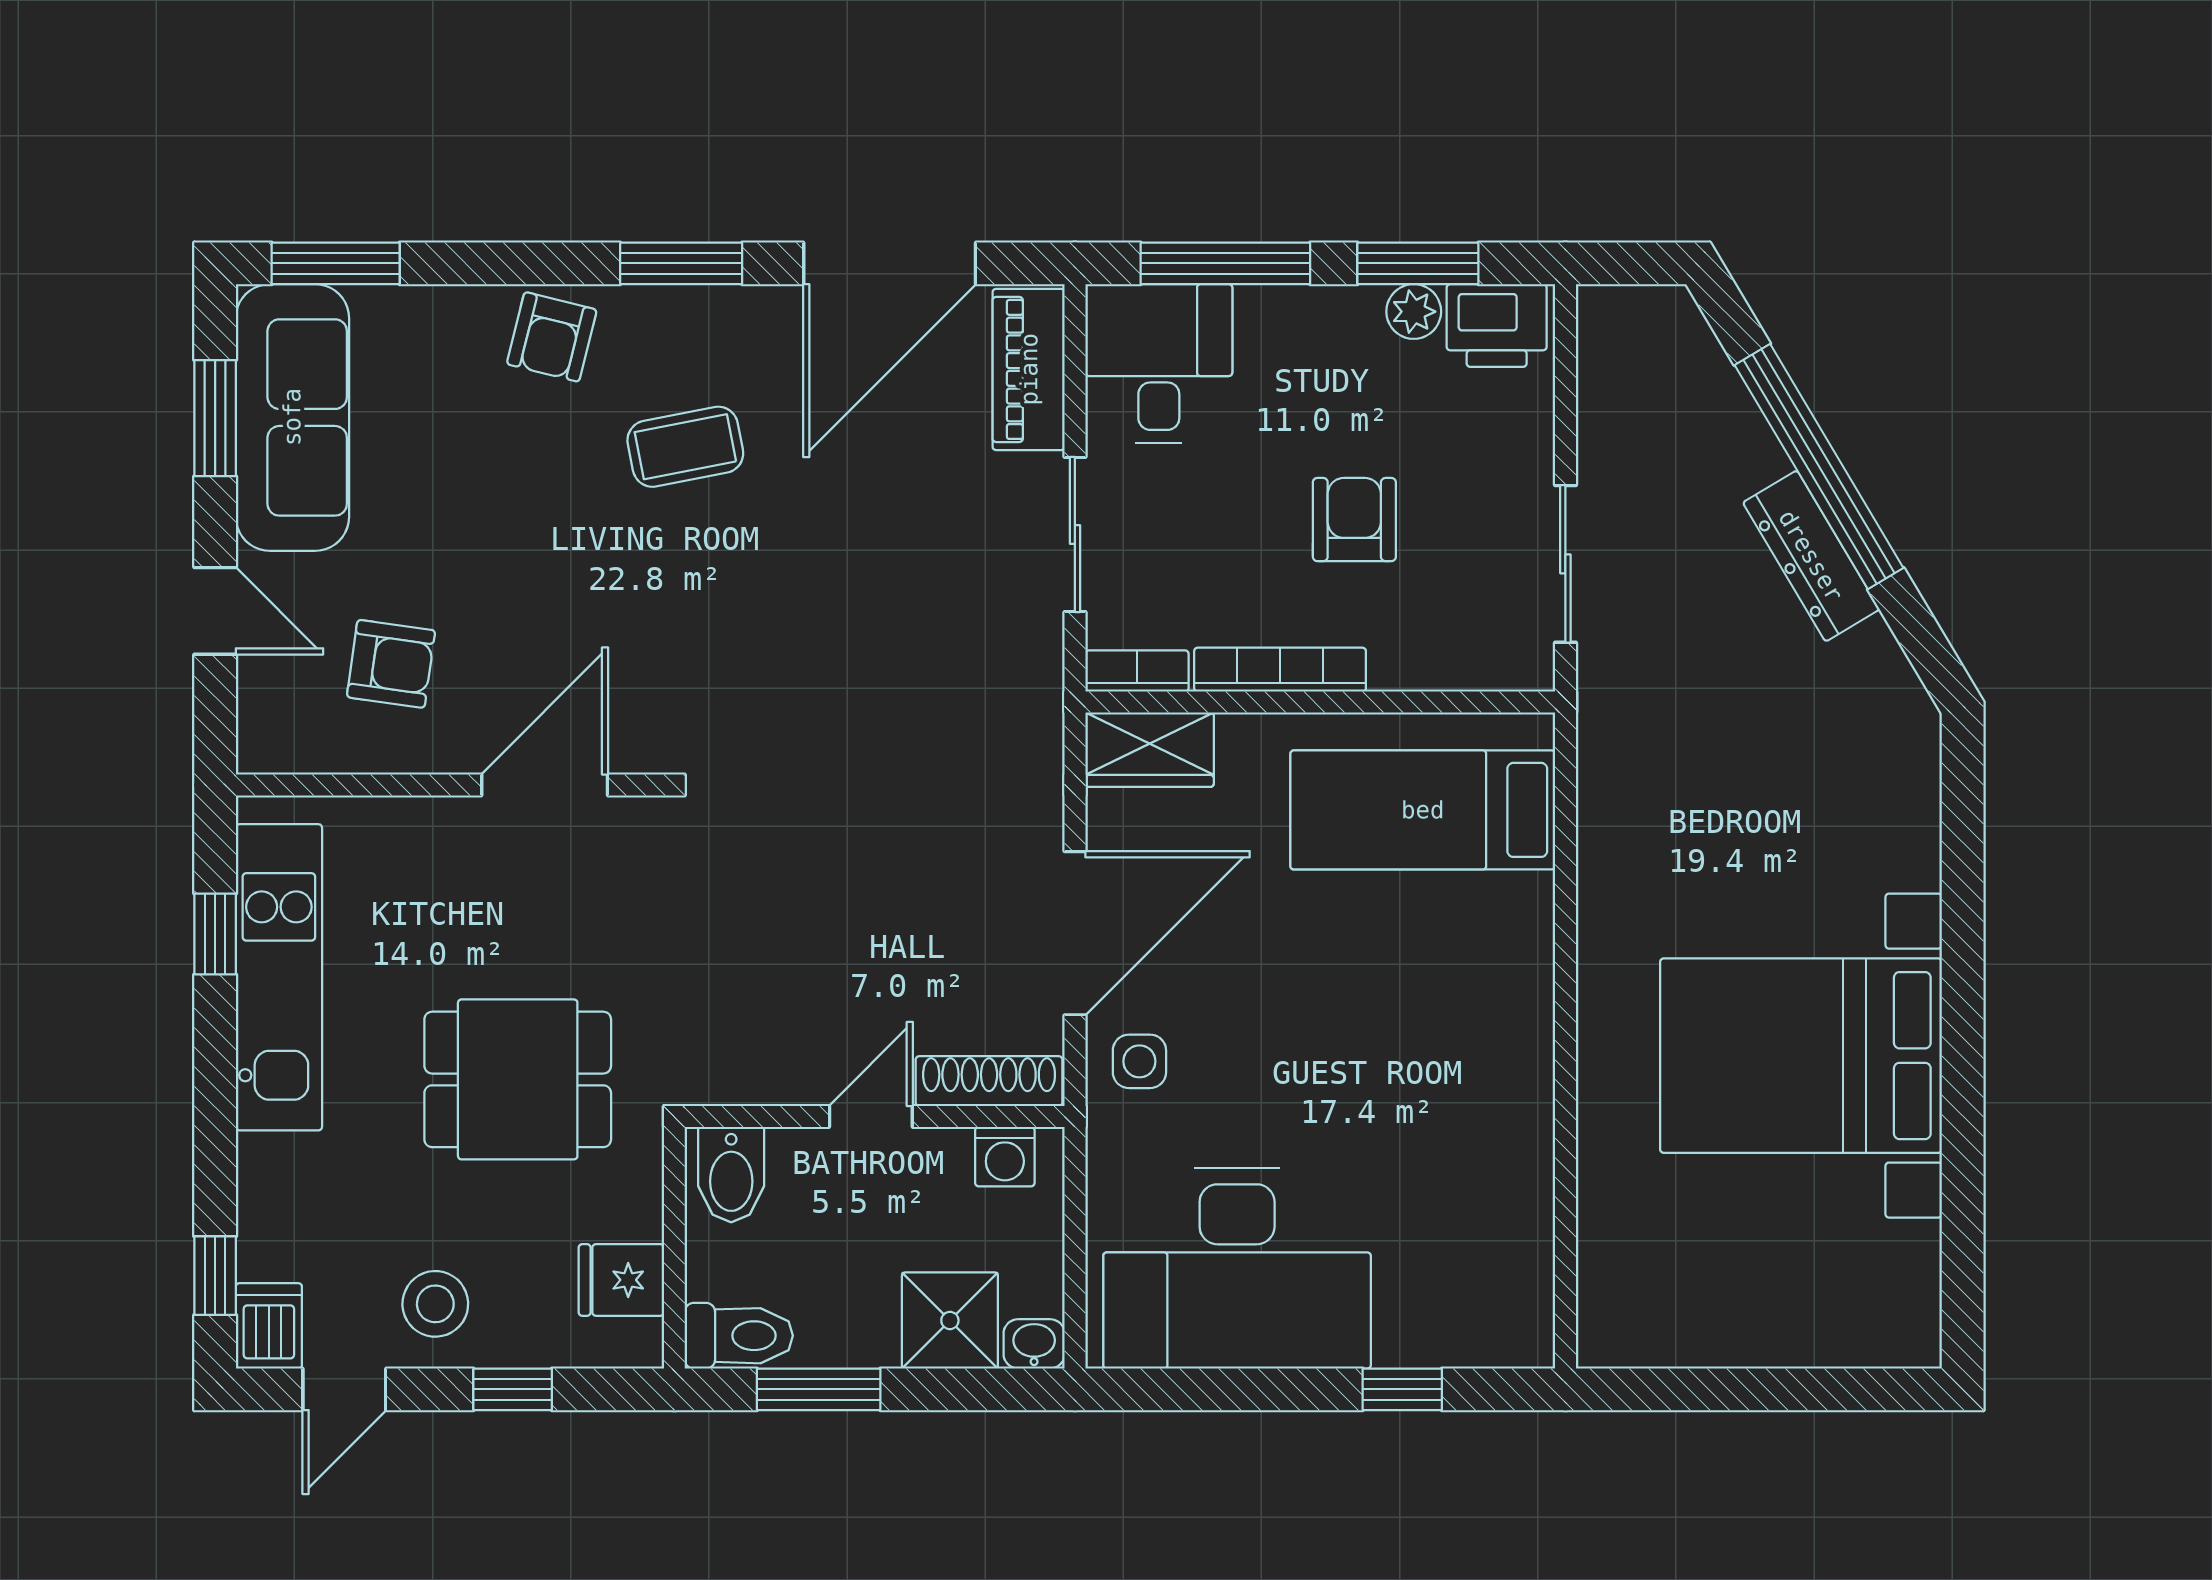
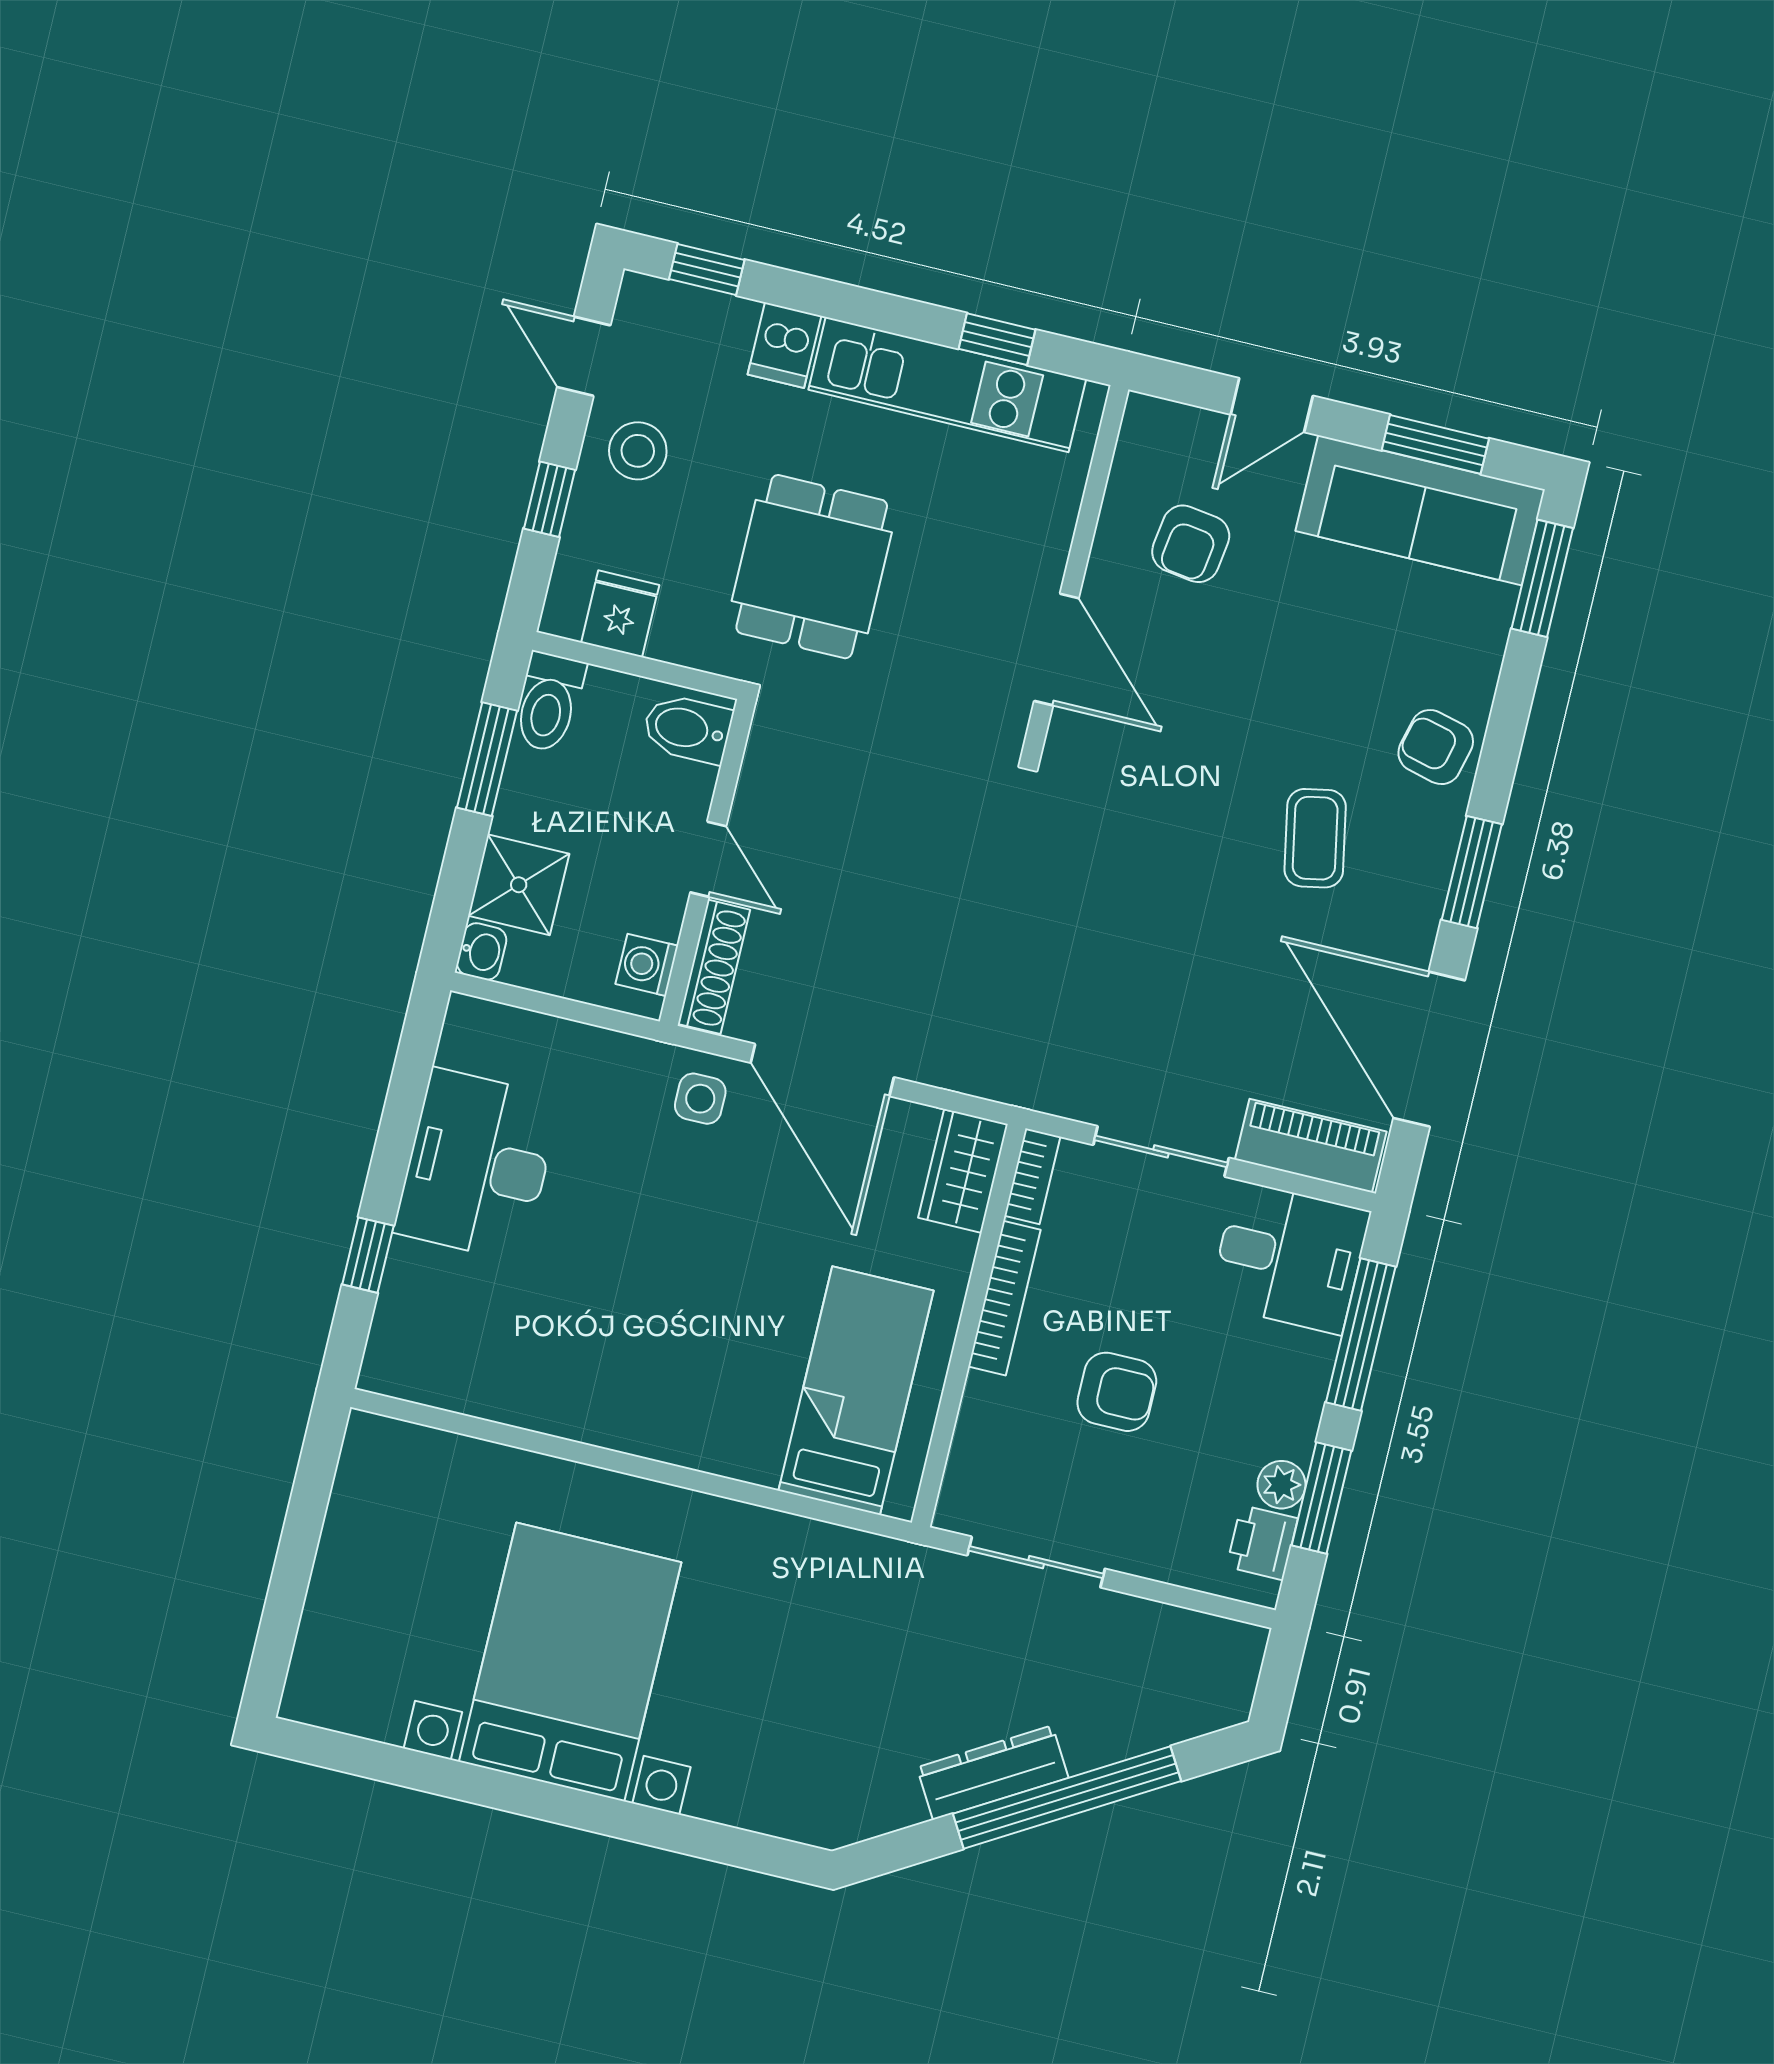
printer: (1497, 325) -> (1262, 1543), width x0.73, depth x0.81
desk: (1237, 1268) -> (477, 1165), width x0.73, depth x0.77
dishwasher: (269, 1326) -> (784, 345), moved, turned 90

